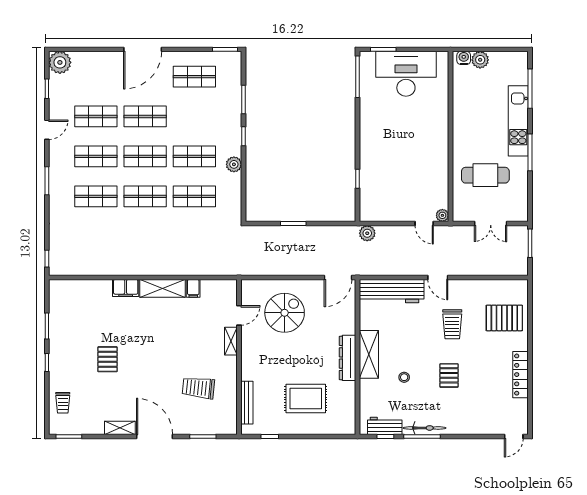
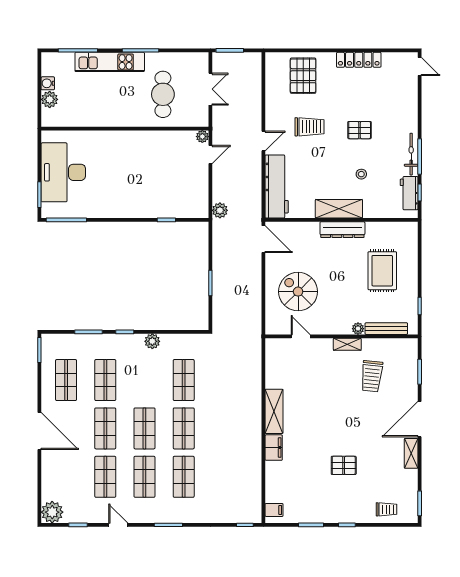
water cooler: (464, 58) -> (48, 83), moved
shop shelf: (194, 156) -> (105, 380), moved
filing cabinet: (193, 288) -> (274, 510), moved
shelving: (231, 341) -> (347, 344), moved
plant: (247, 374) -> (358, 329), added

